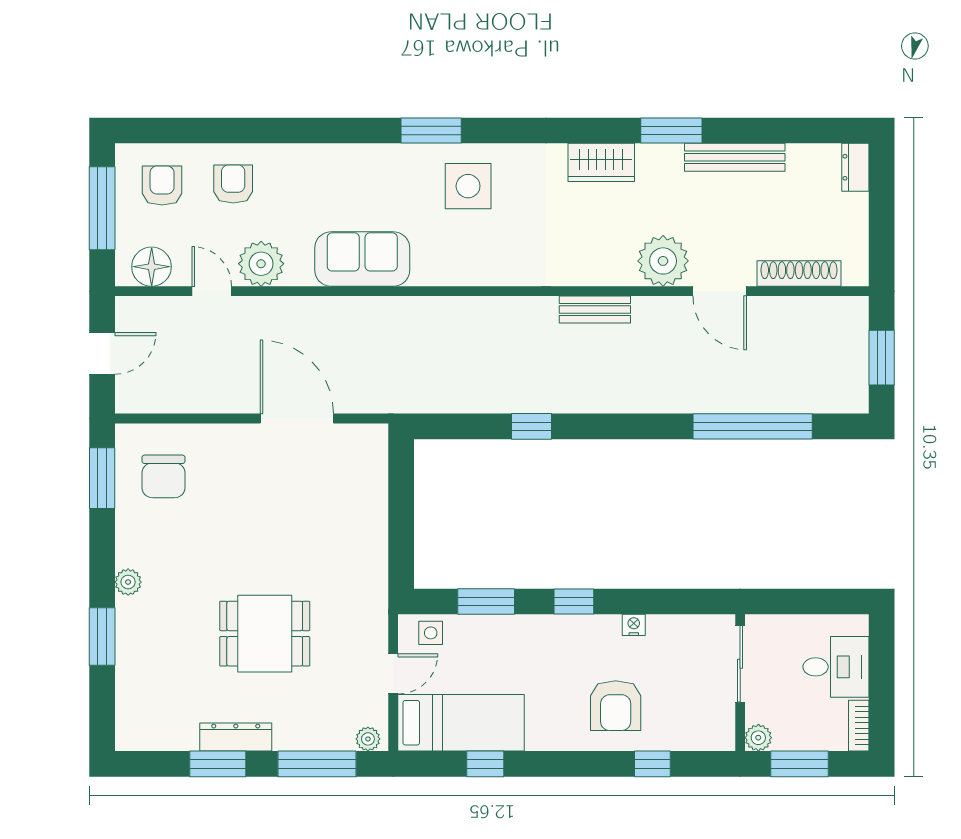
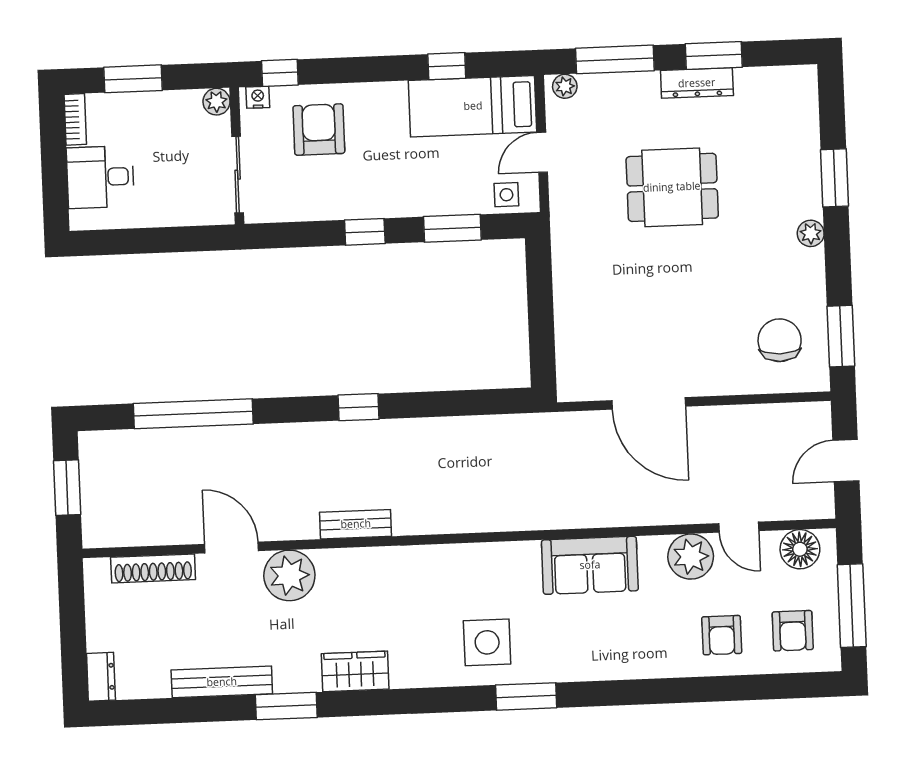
window: (531, 426) -> (359, 407), moved
nightstand: (634, 625) -> (258, 97), moved, turned 180
sliding door: (740, 664) -> (238, 175), moved
wall: (740, 683) -> (237, 156), moved
plant: (758, 738) -> (216, 102), moved

